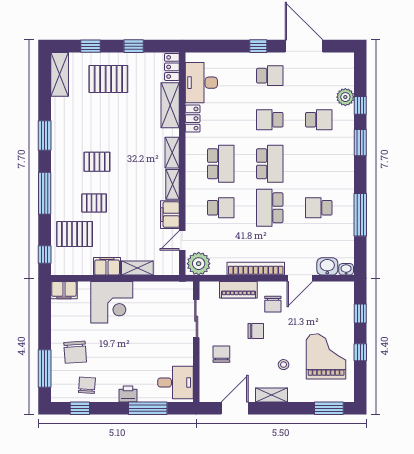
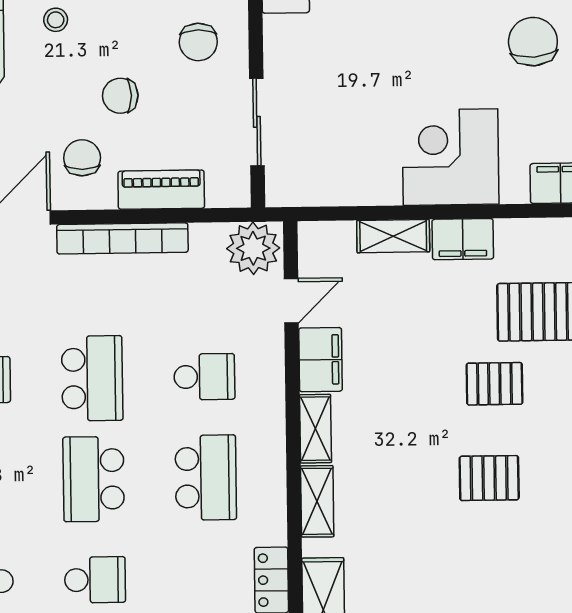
school desk: (221, 164) -> (206, 477), turned 180
school desk: (221, 208) -> (204, 377), turned 180

